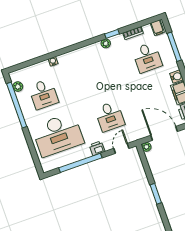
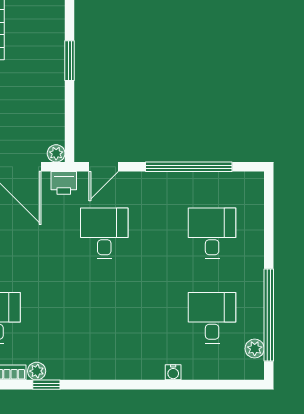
plant: (106, 43) -> (37, 371), moved
desk: (58, 135) -> (212, 233), width x0.53, depth x0.77
printer: (97, 148) -> (64, 183), moved

